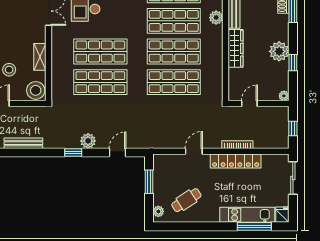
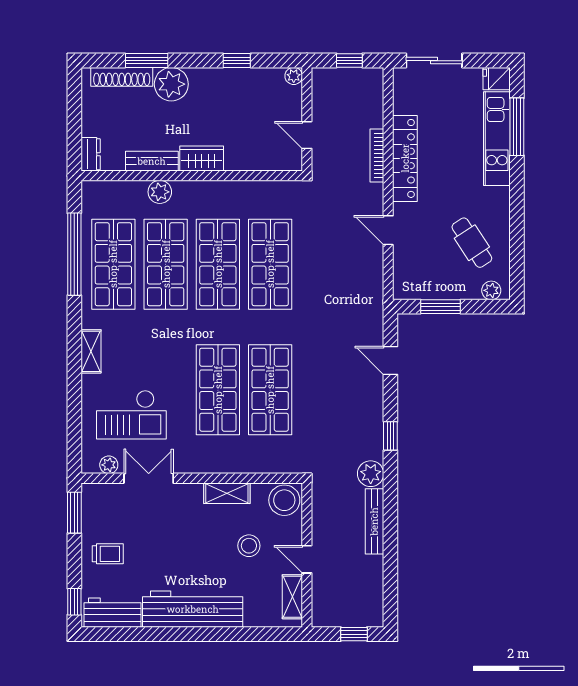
wardrobe: (236, 48) -> (202, 159), width x0.67
plant: (279, 51) -> (171, 84), moved
plant: (88, 141) -> (371, 474), moved

